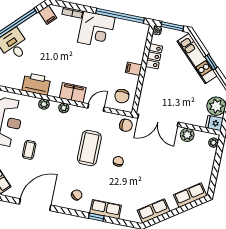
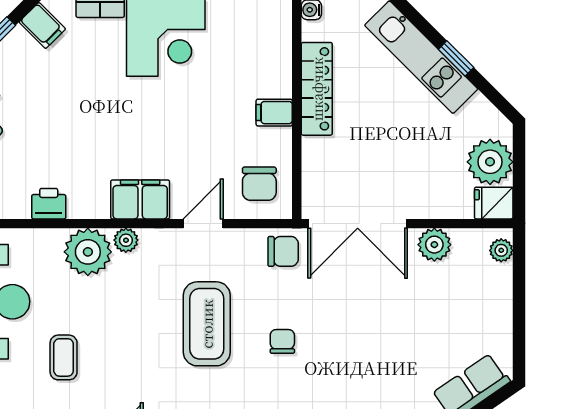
locker: (154, 56) -> (317, 89), width x1.53
printer: (36, 84) -> (49, 204), width x0.53, depth x0.68
plant: (44, 104) -> (88, 252), width x1.88, depth x1.88

